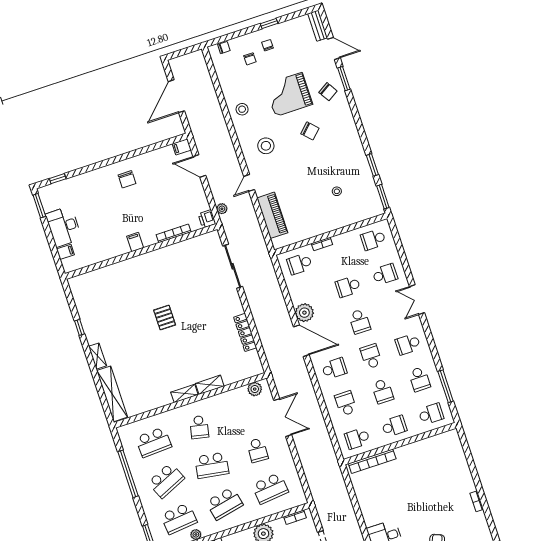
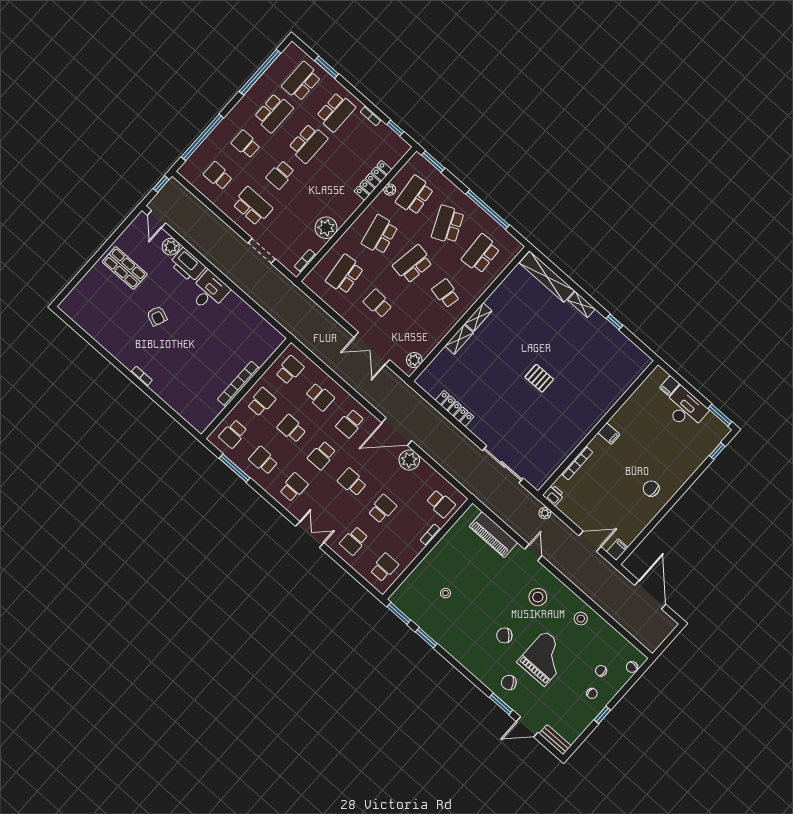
school desk: (300, 264) -> (441, 504), turned 90
school desk: (371, 356) -> (322, 455), turned 90
school desk: (394, 426) -> (261, 402), turned 180
bookcase: (372, 461) -> (239, 384), moved

